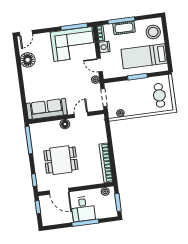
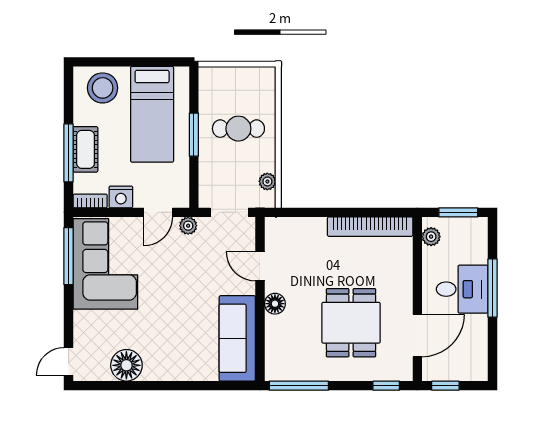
door: (26, 33) -> (69, 361), swing flipped
cafe table: (159, 95) -> (238, 129), moved

